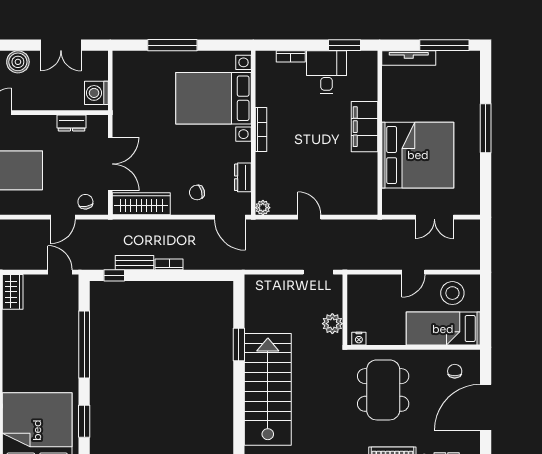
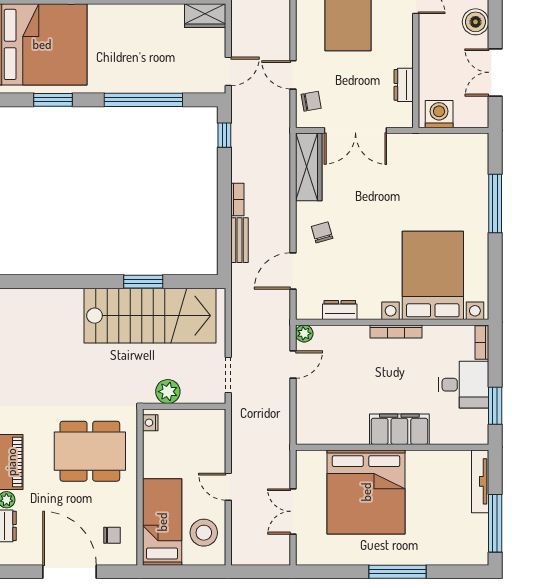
bed with nightstands: (213, 98) -> (433, 275), moved
bookcase: (261, 130) -> (396, 331), moved
wall: (253, 133) -> (392, 322), moved
dresser: (243, 177) -> (340, 310), moved
plant: (263, 208) -> (304, 333), moved
bench: (135, 263) -> (239, 240), moved
stairs: (268, 389) -> (150, 316), moved

